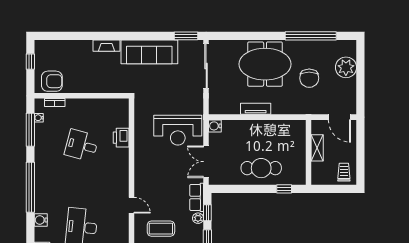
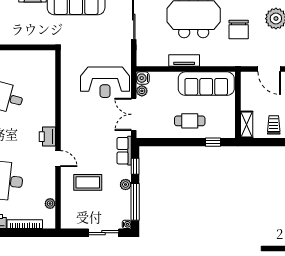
sofa: (277, 131) -> (206, 84), added
printer: (121, 138) -> (47, 137), moved
plant: (214, 139) -> (142, 91), added
shelving: (317, 148) -> (247, 125), moved
cafe table: (261, 168) -> (190, 121), width x0.73, depth x0.74
plant: (198, 218) -> (126, 185), moved

